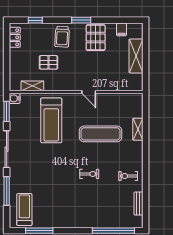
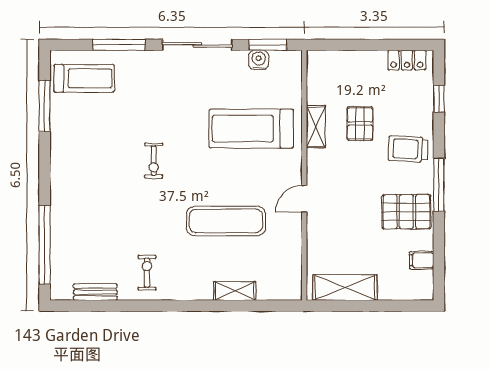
window: (81, 20) -> (439, 185), width x1.44
shelving: (136, 56) -> (345, 288), moved
shelving: (32, 86) -> (316, 127), moved
water cooler: (15, 98) -> (259, 60), moved
exercise mat: (101, 134) -> (226, 221), turned 90
exercise bike: (89, 174) -> (154, 161), moved

